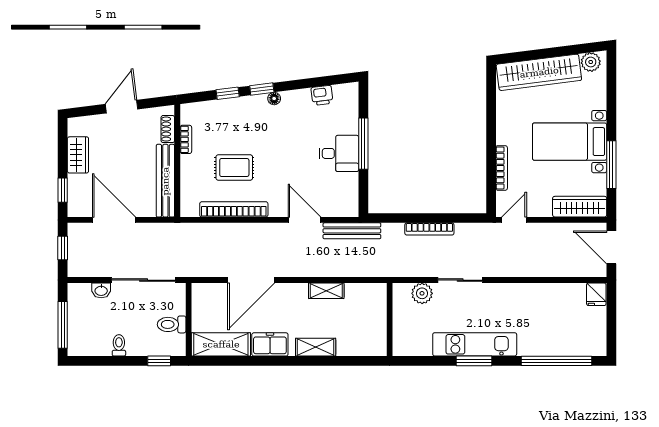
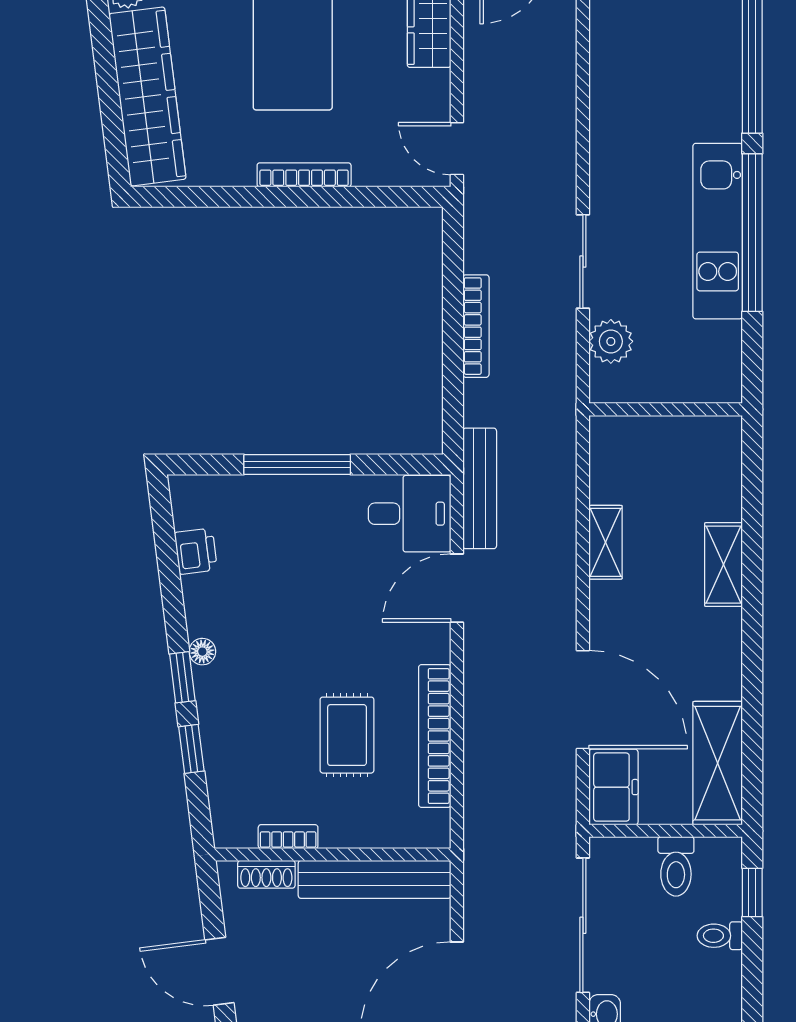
desk: (339, 153) -> (410, 514), moved, turned 90
bookcase: (502, 168) -> (304, 175), moved
freezer: (270, 344) -> (613, 787), moved, turned 180
toilet: (119, 345) -> (720, 936), moved
window: (474, 361) -> (752, 233), width x2.11

